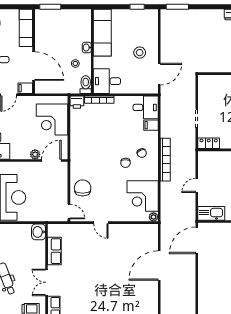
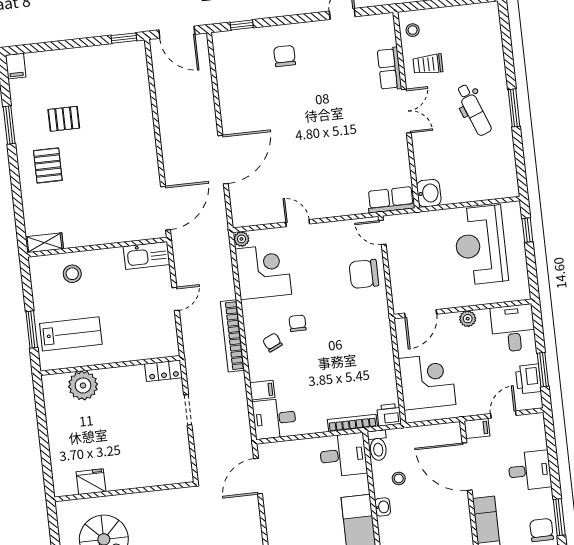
stool: (140, 53) -> (294, 508), removed
plant: (35, 154) -> (468, 319), moved
chair: (83, 188) -> (364, 274), turned 90
door: (101, 223) -> (298, 223), moved
row of seats: (54, 251) -> (391, 200), moved, turned 90

